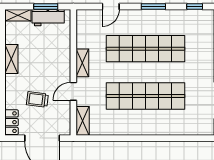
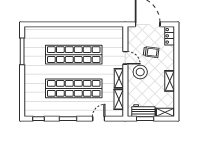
stool: (53, 72) -> (140, 72), added
door: (73, 91) -> (125, 58), hinge flipped
shelving: (83, 121) -> (119, 99), moved

